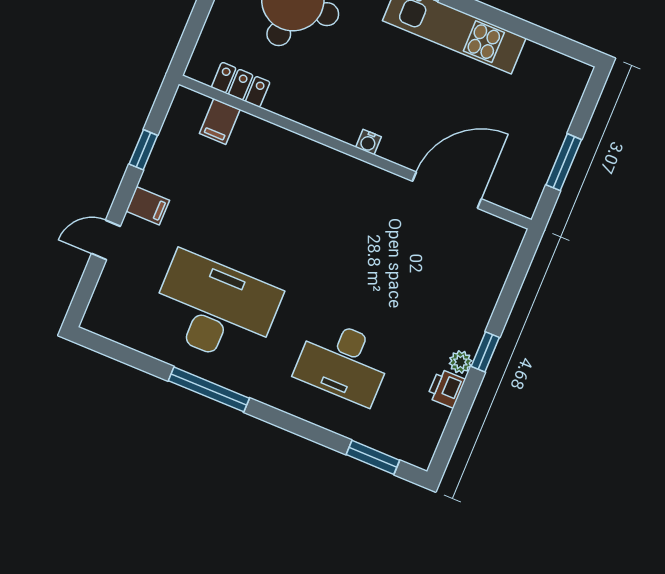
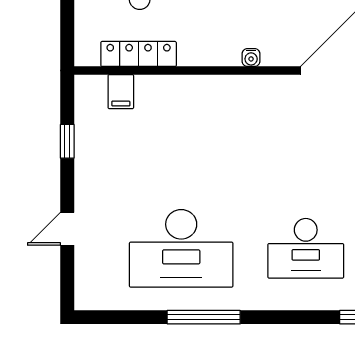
locker: (241, 85) -> (139, 54), width x1.53
filing cabinet: (148, 206) -> (90, 186), removed
desk: (215, 309) -> (181, 248), turned 180

